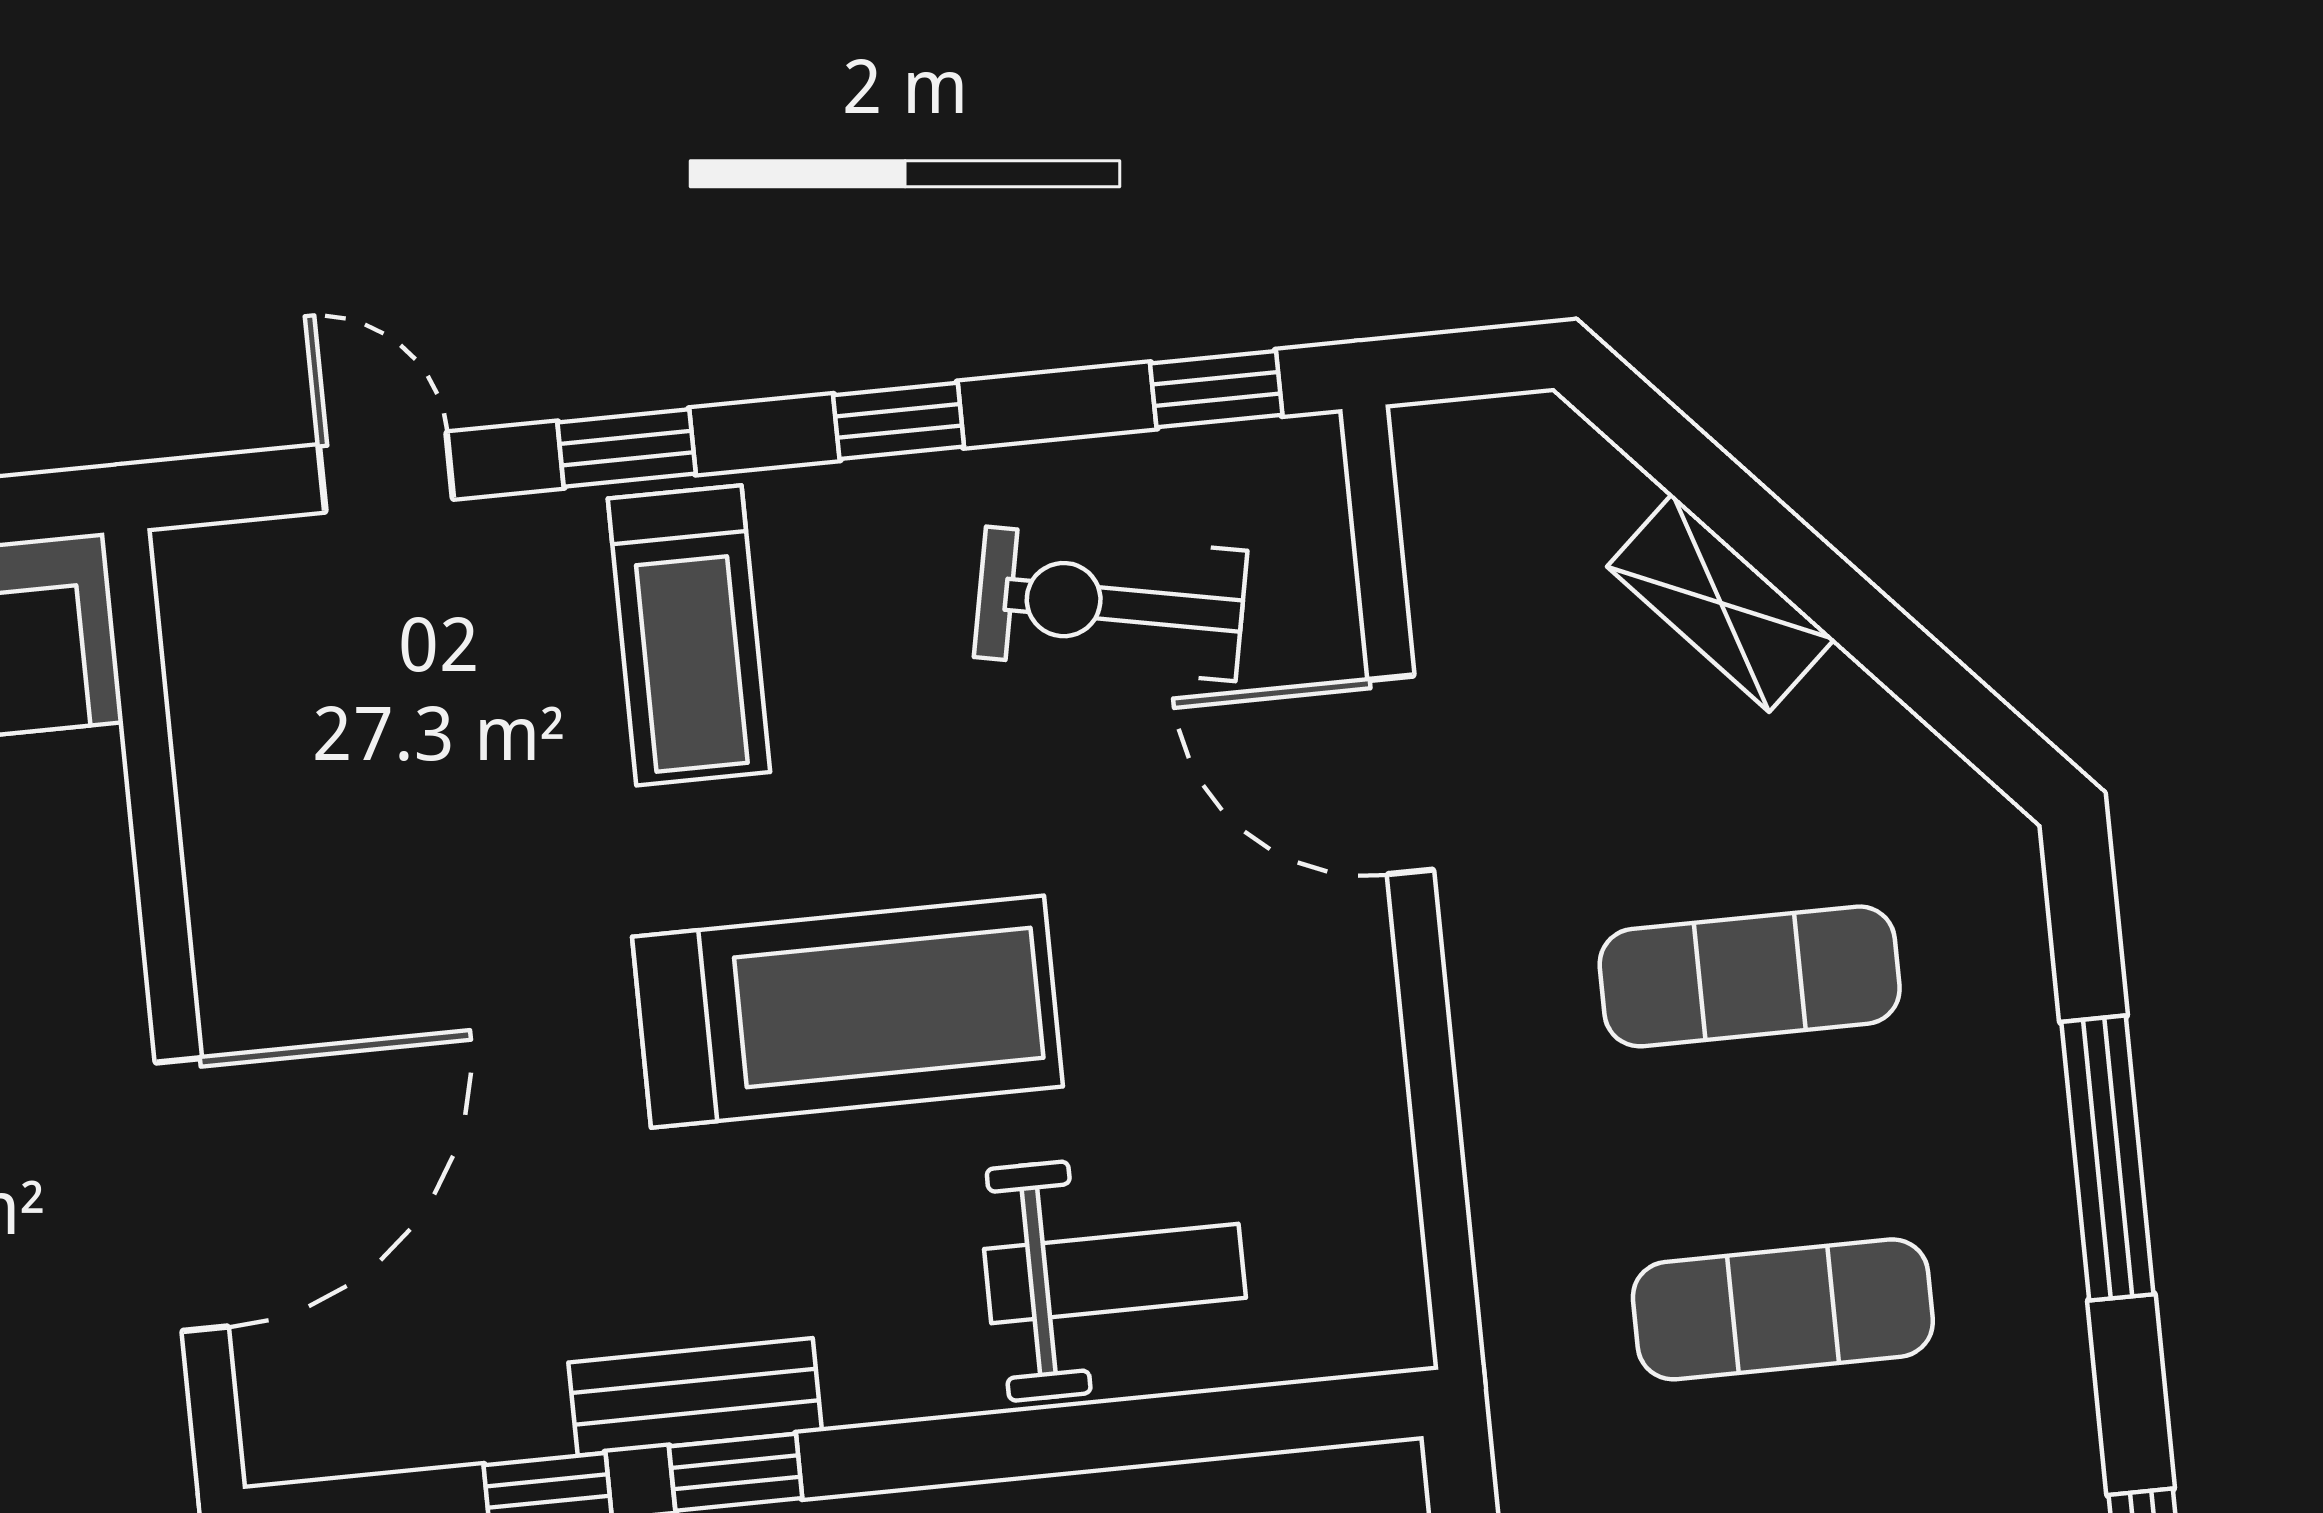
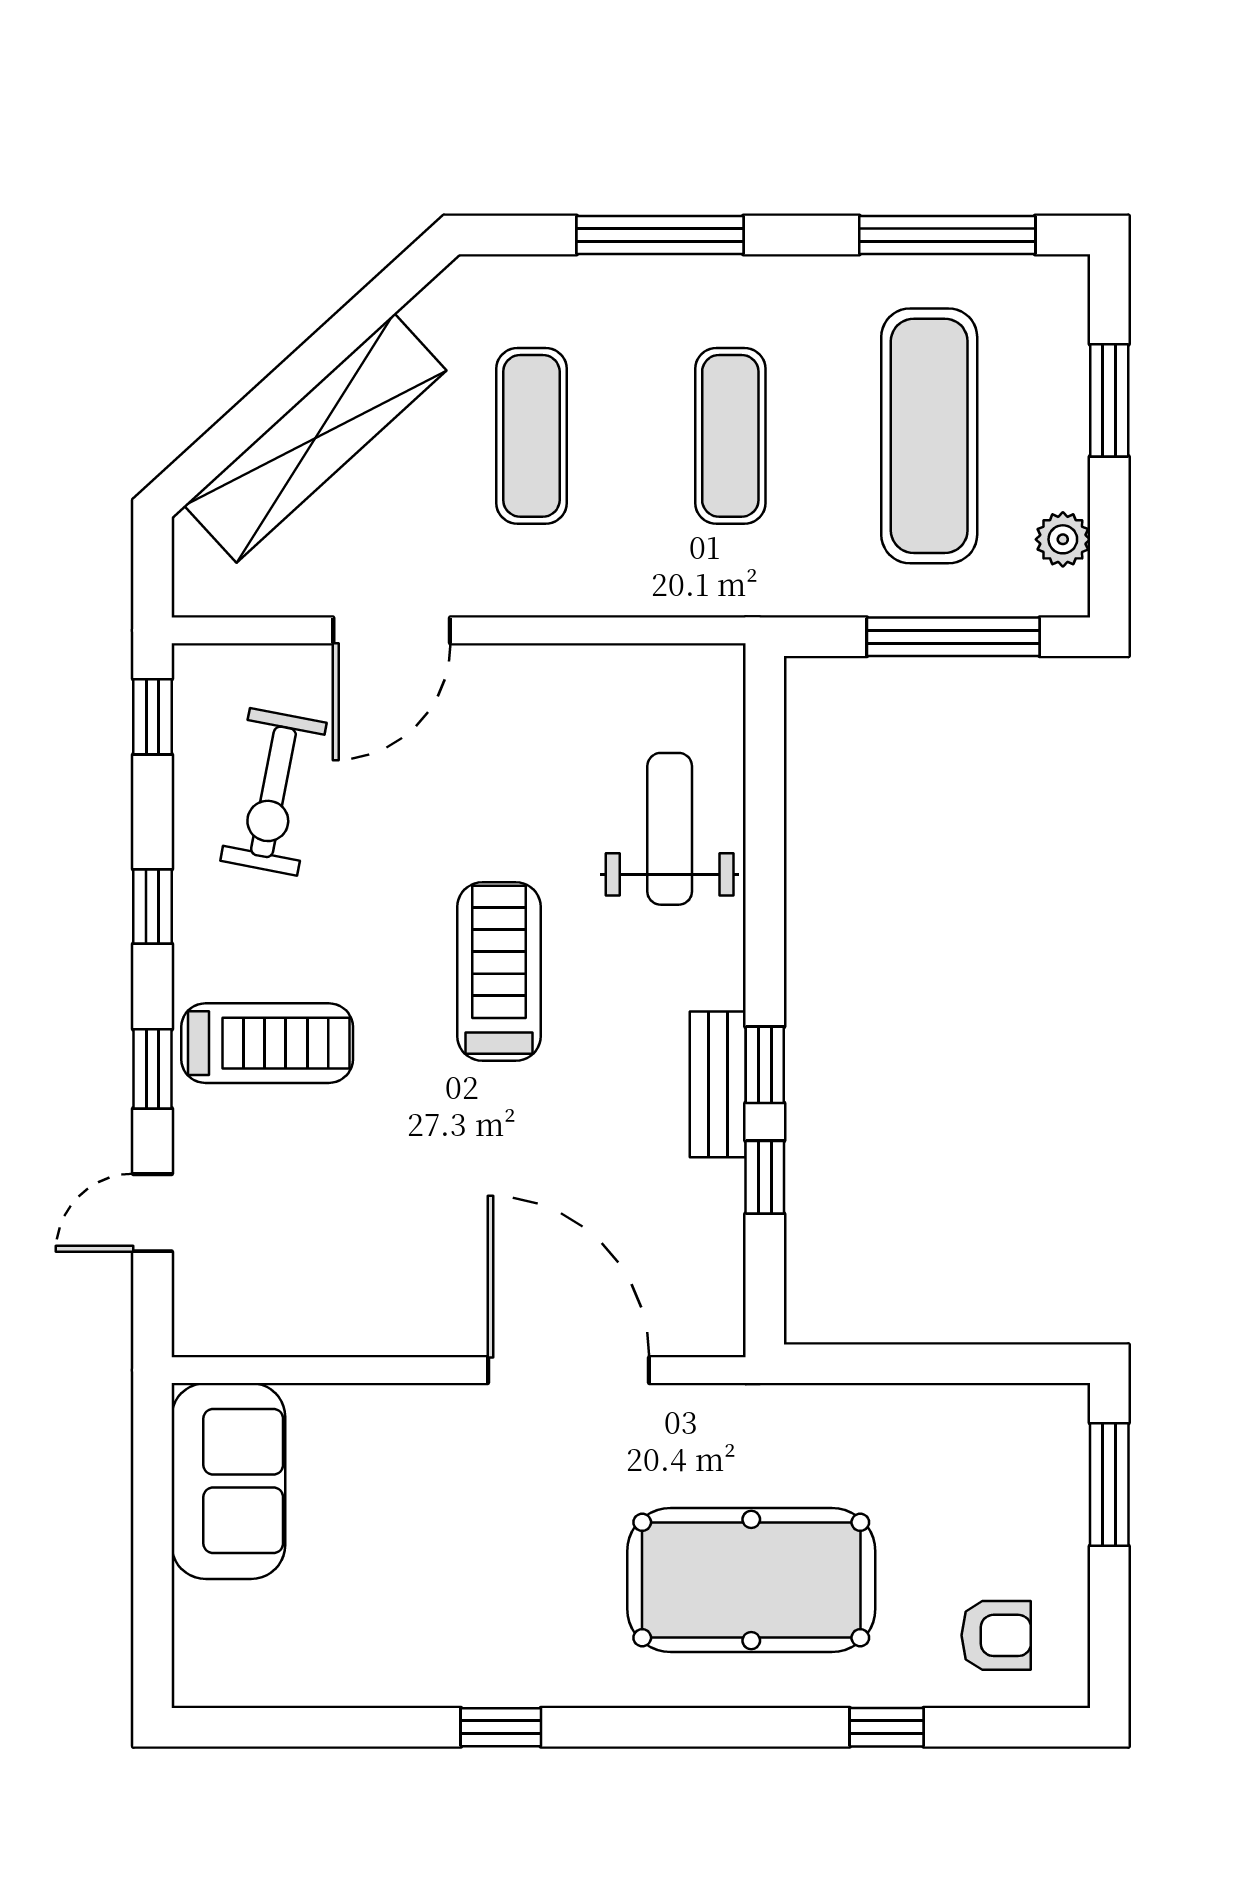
shelving: (1721, 603) -> (315, 438), width x2.20, depth x1.33
treadmill: (848, 1012) -> (499, 971), width x0.73, depth x0.73

